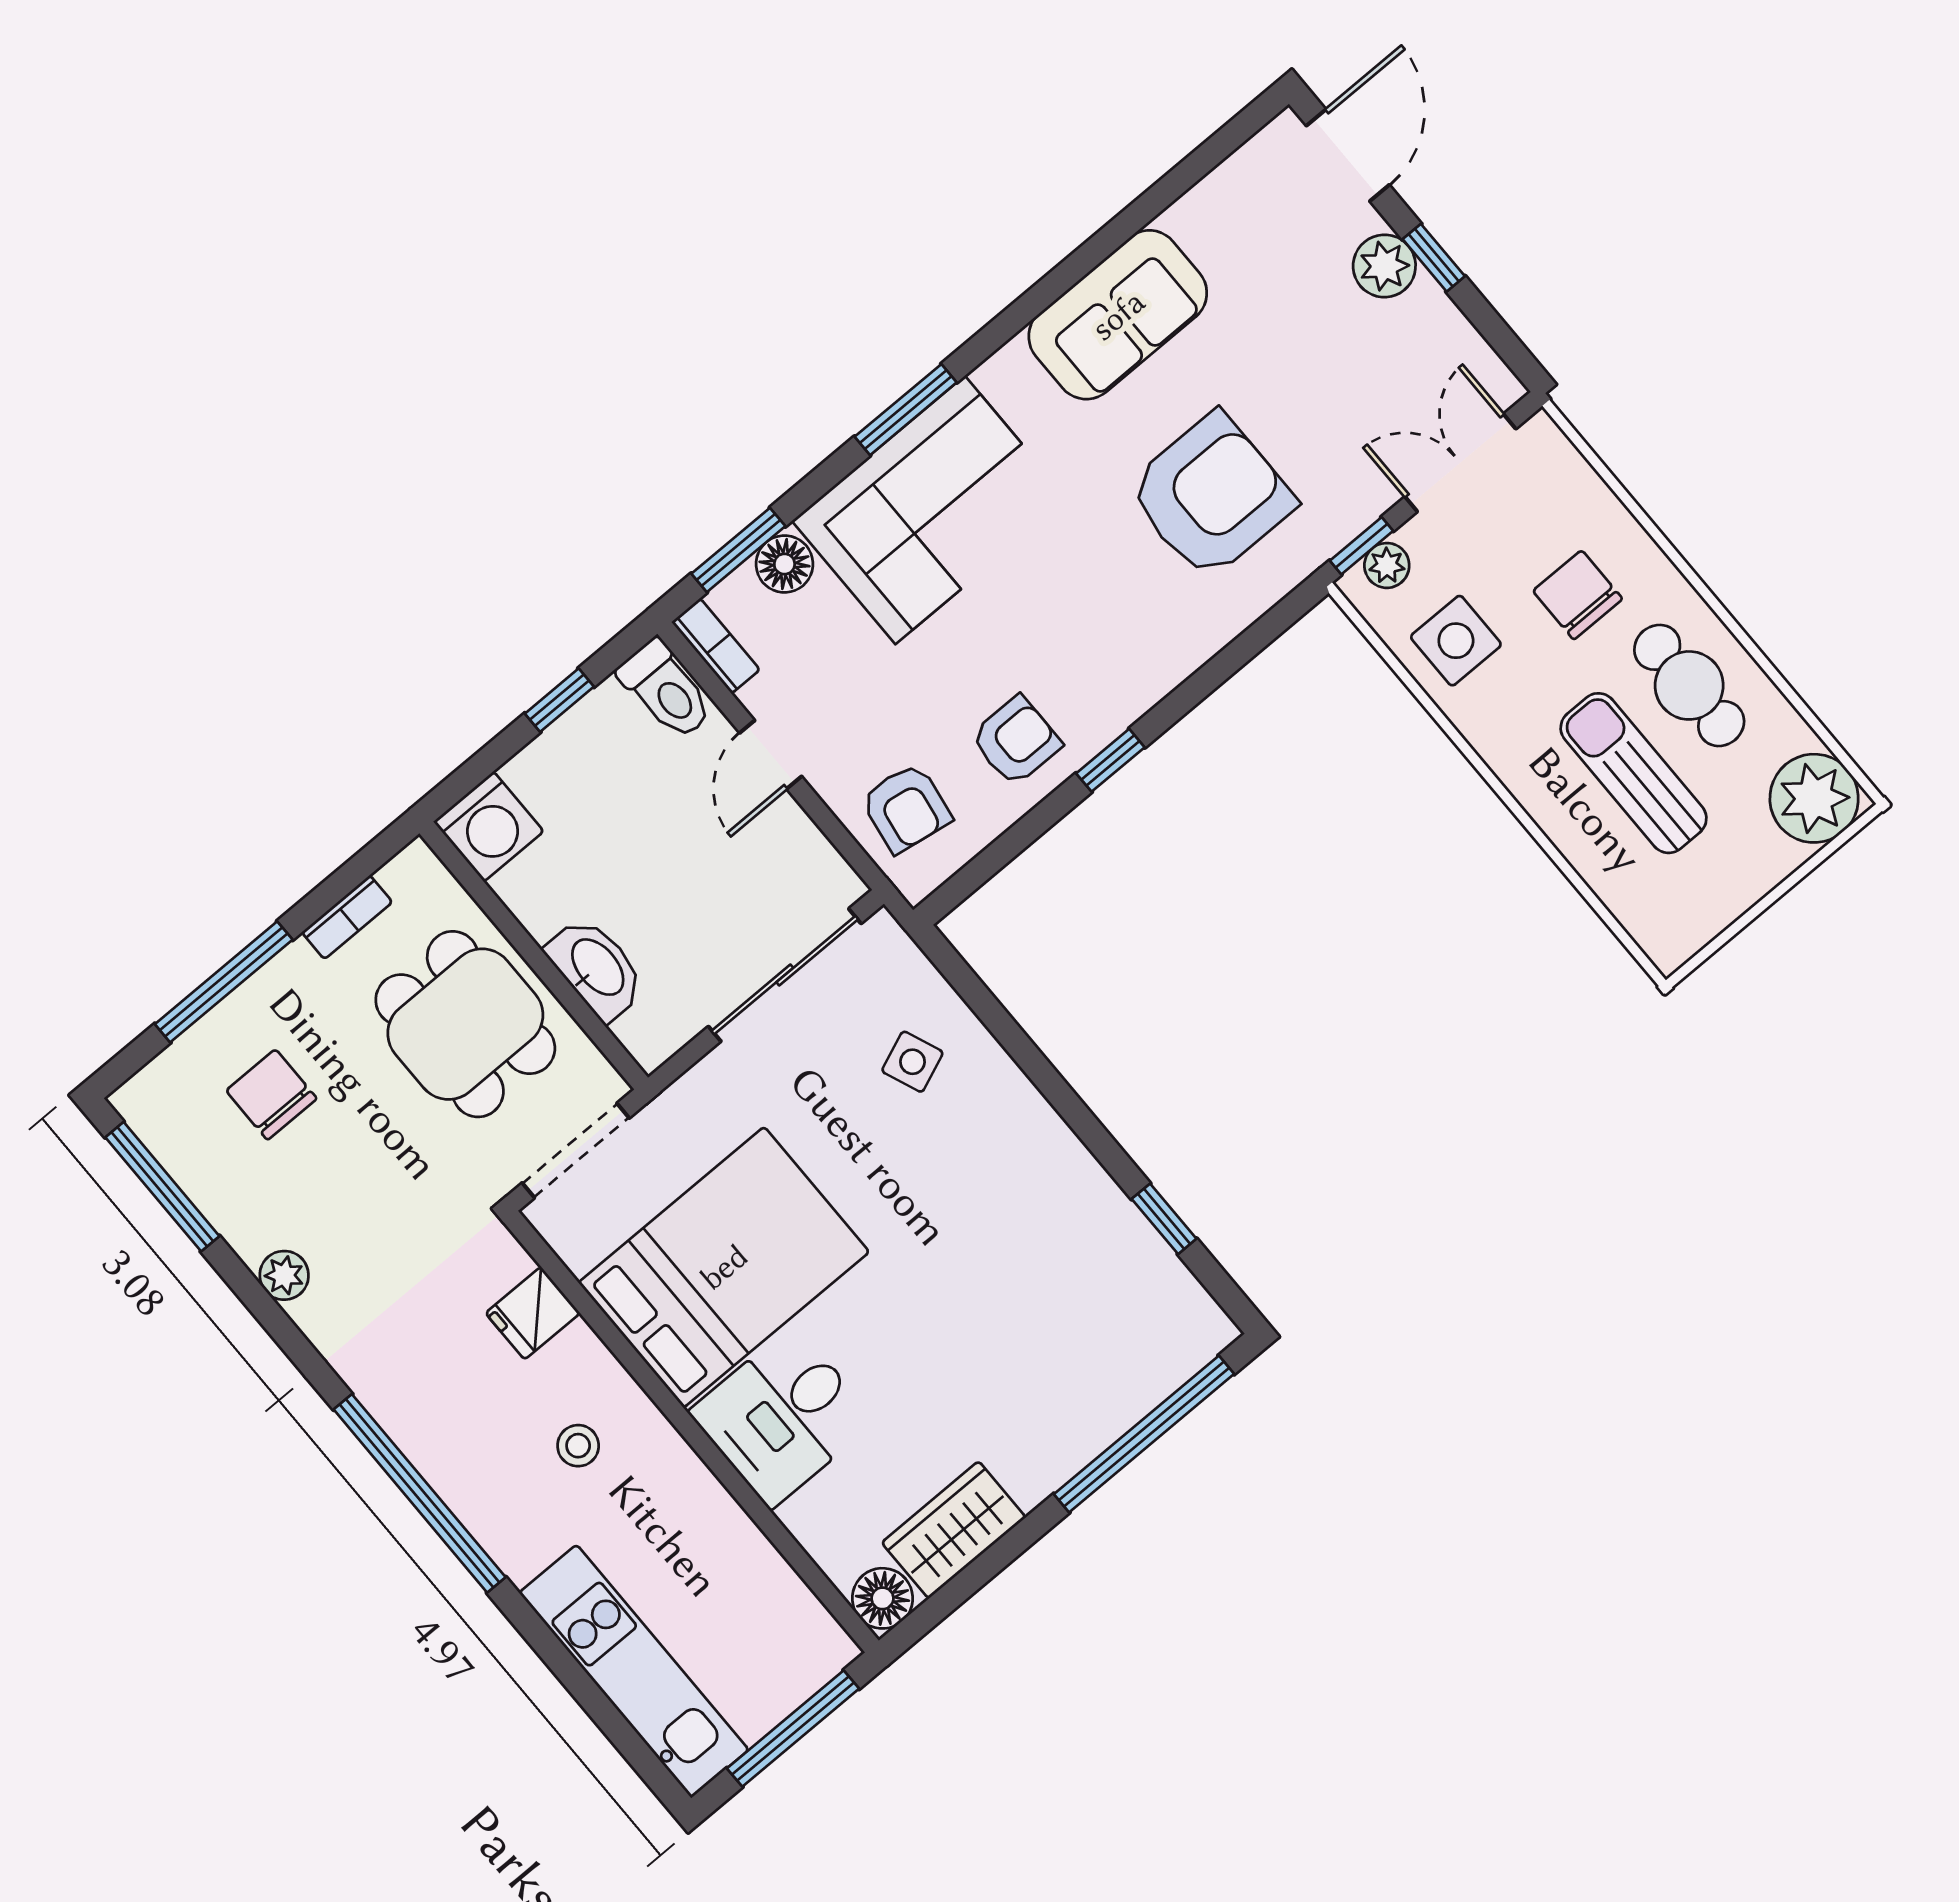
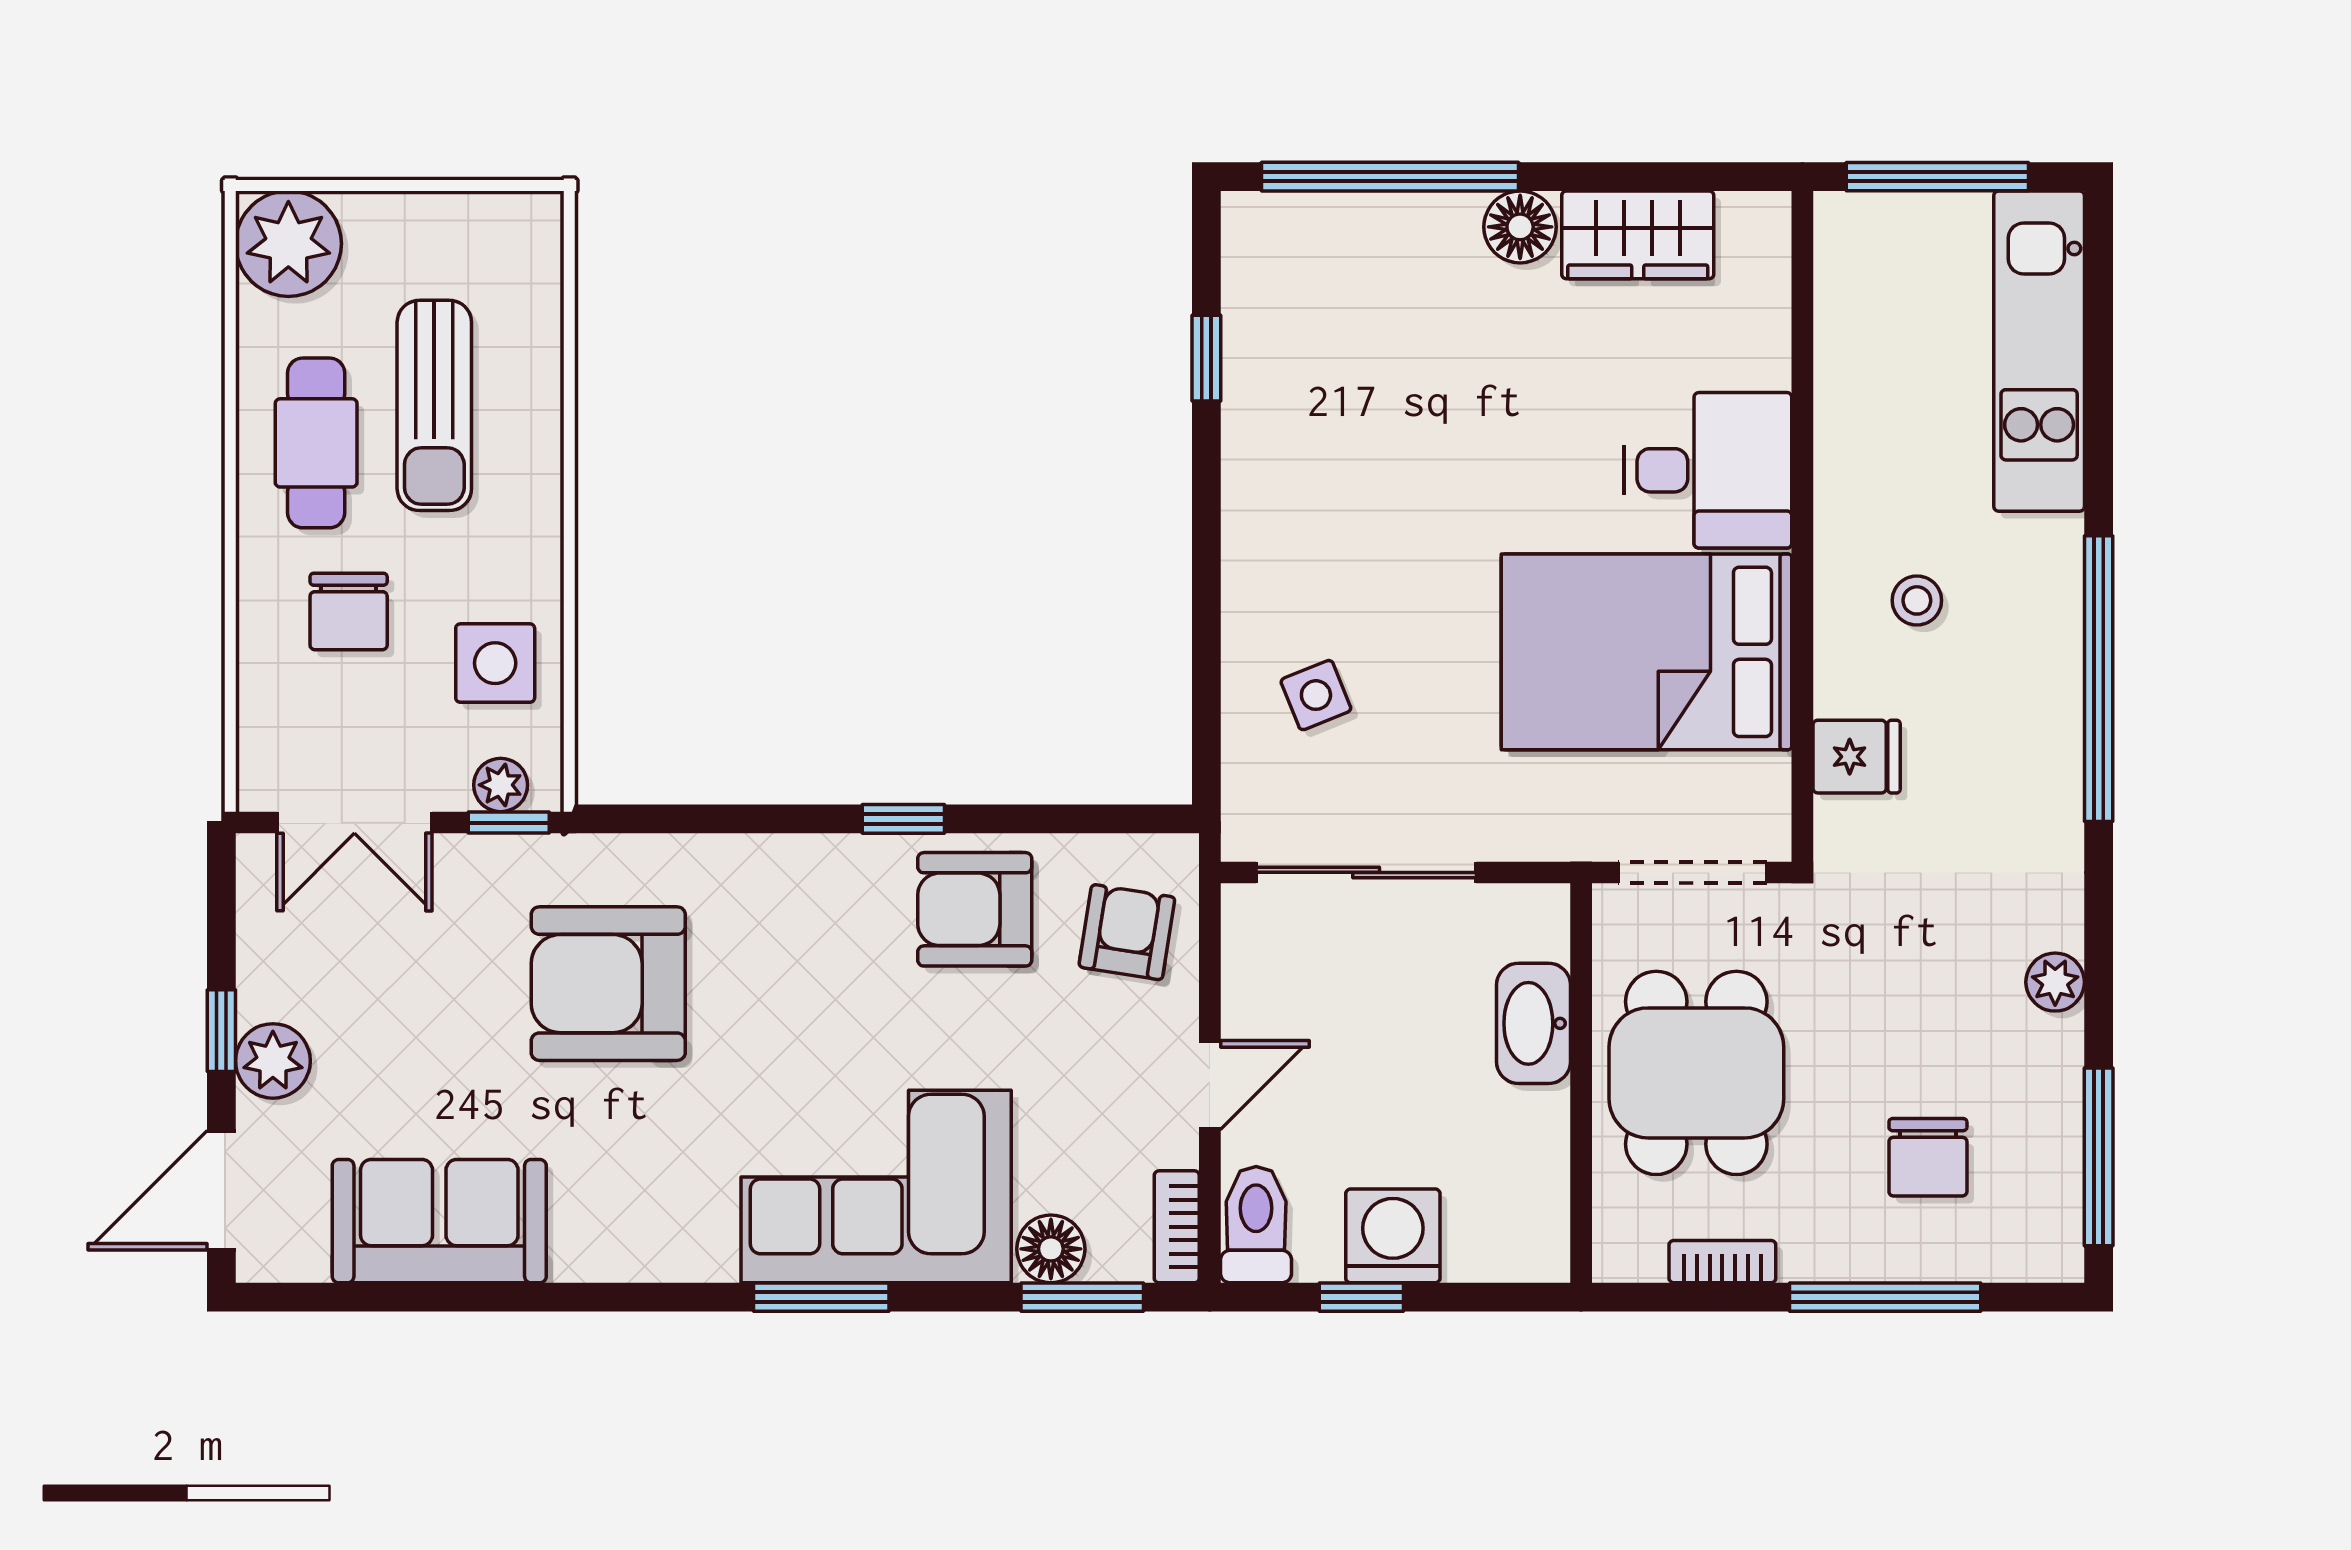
sofa: (1118, 315) -> (439, 1221), moved
armchair: (1016, 741) -> (975, 909), width x1.38, depth x1.38
washing machine: (489, 827) -> (1393, 1236), moved
floor lamp: (882, 1598) -> (1520, 227), moved

